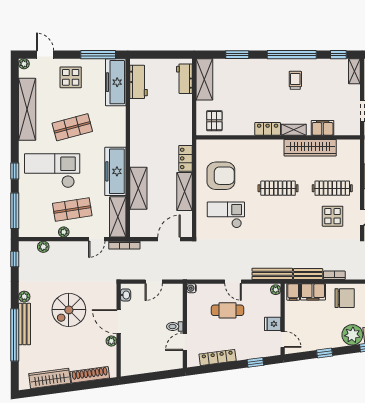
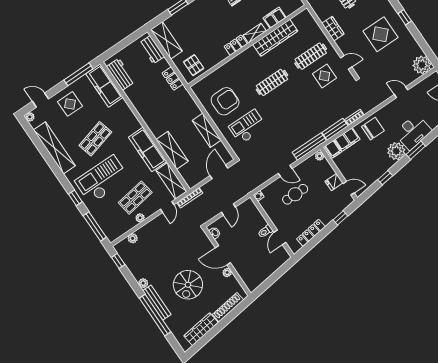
locker: (185, 158) -> (173, 78), moved
spiral stairs: (69, 310) -> (188, 285), moved

